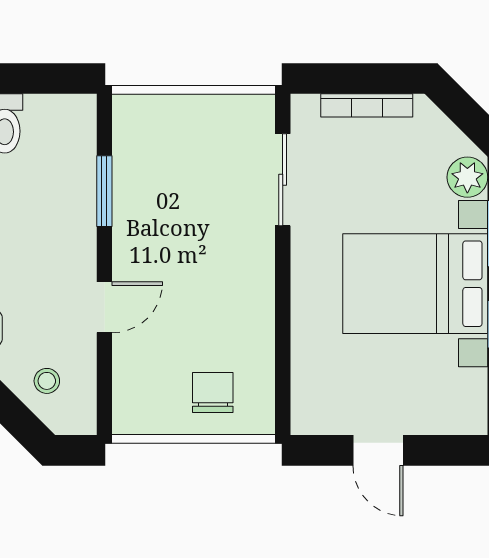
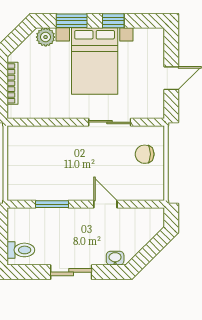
sliding door: (283, 180) -> (110, 122), moved
stool: (47, 381) -> (139, 231), removed

